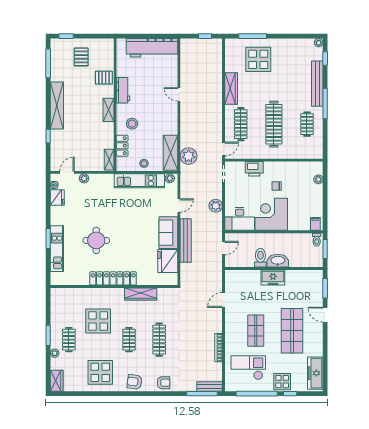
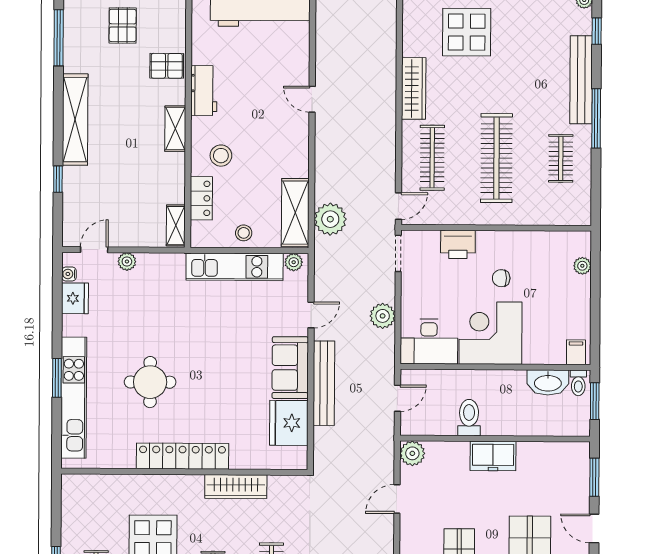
kitchen unit: (57, 249) -> (74, 398), width x1.36
washbasin: (278, 261) -> (548, 383), moved, turned 180
plant: (231, 276) -> (412, 453), added

